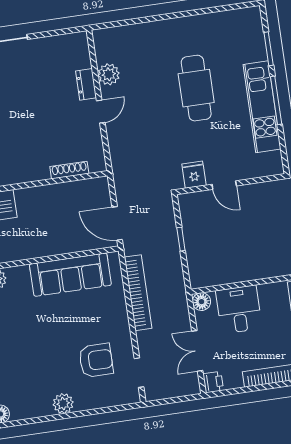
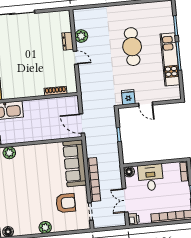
door: (101, 112) -> (76, 58), hinge flipped
sofa: (70, 275) -> (75, 163), moved, turned 90
bookcase: (138, 293) -> (94, 180), moved

